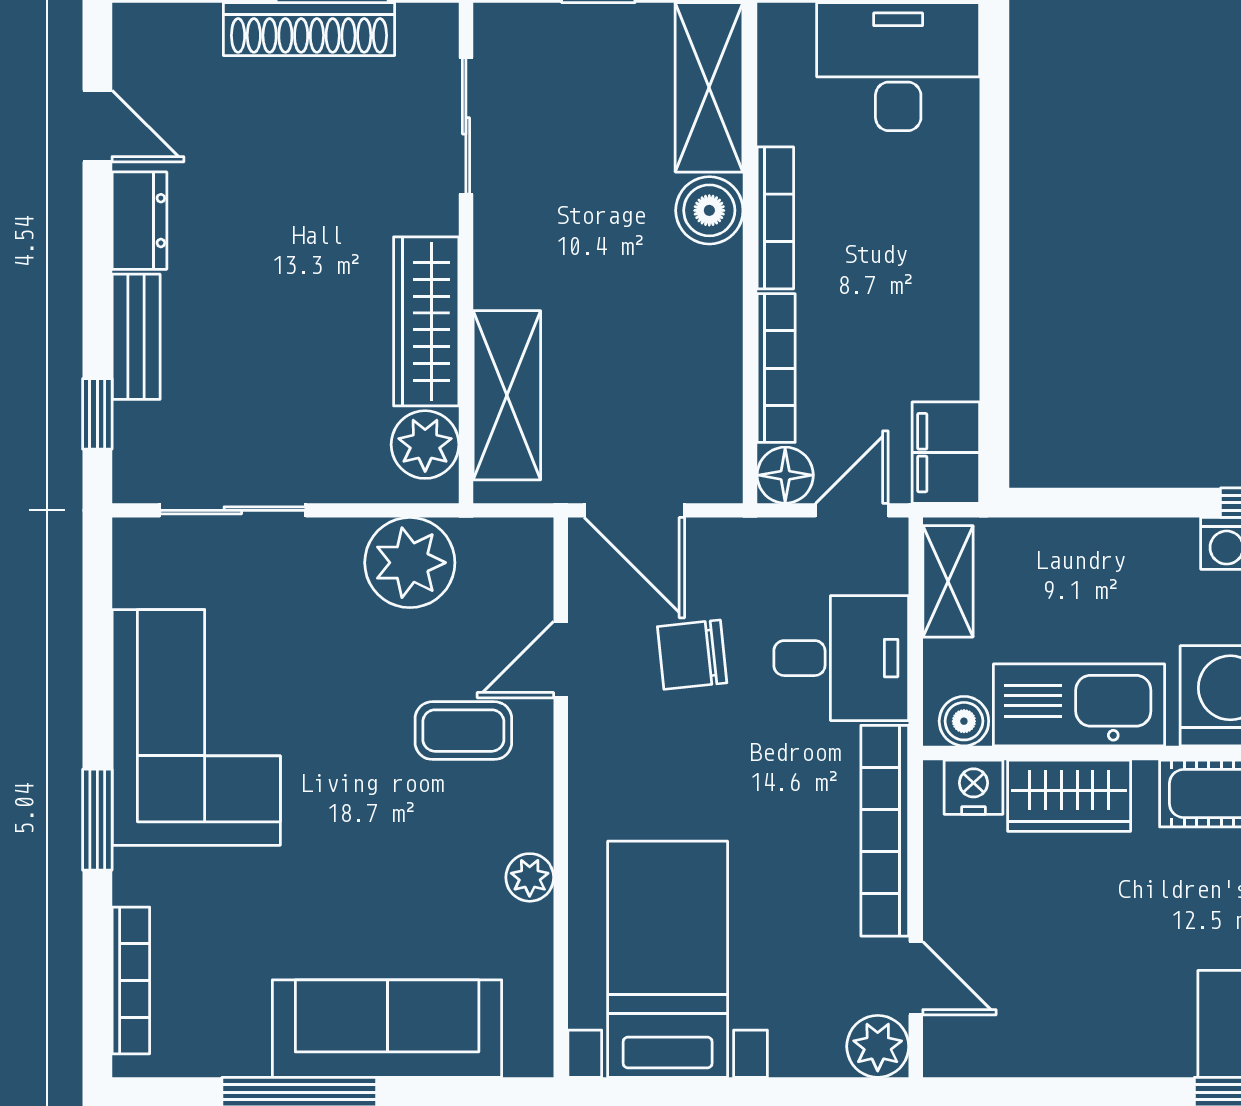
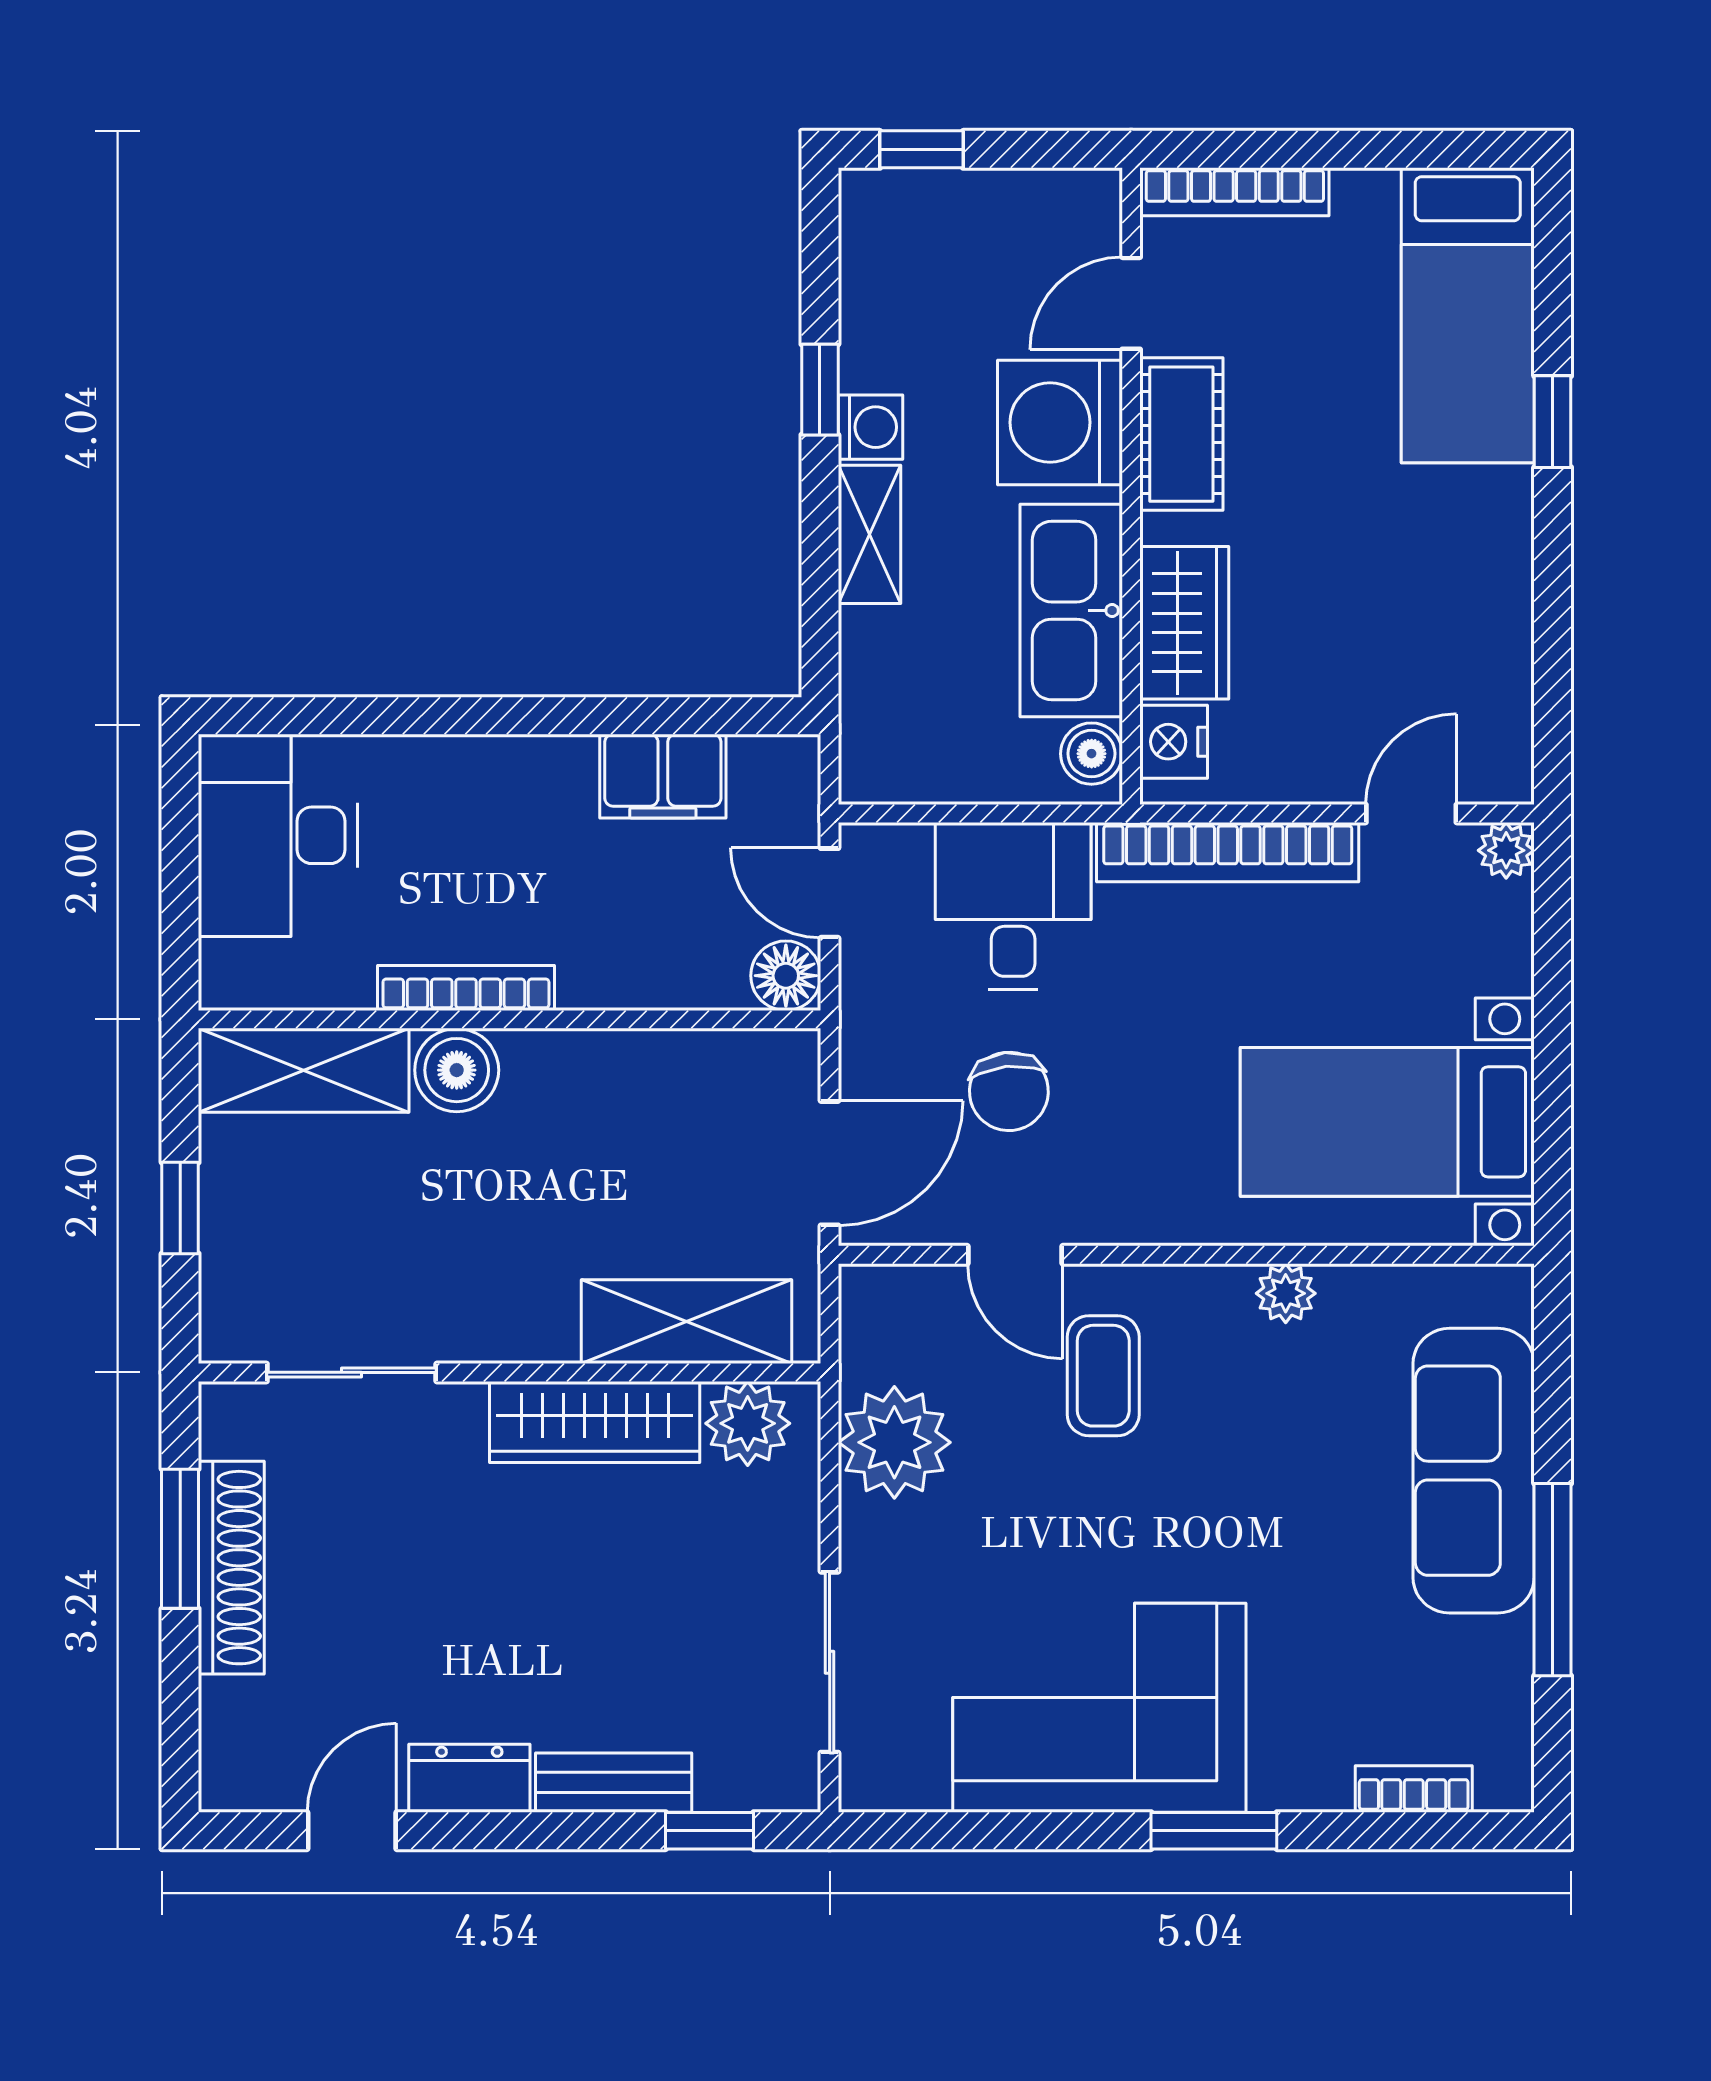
bookcase: (776, 368) -> (653, 987), removed
filing cabinet: (946, 453) -> (663, 776), moved
shelving: (948, 581) -> (870, 534), moved, turned 90
bookcase: (131, 980) -> (1414, 1789), width x0.64
plant: (878, 1046) -> (1506, 850), width x0.73, depth x0.73

